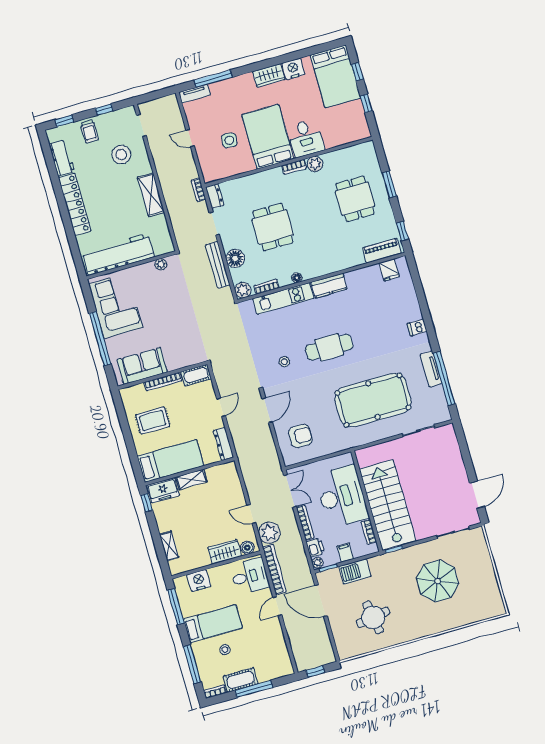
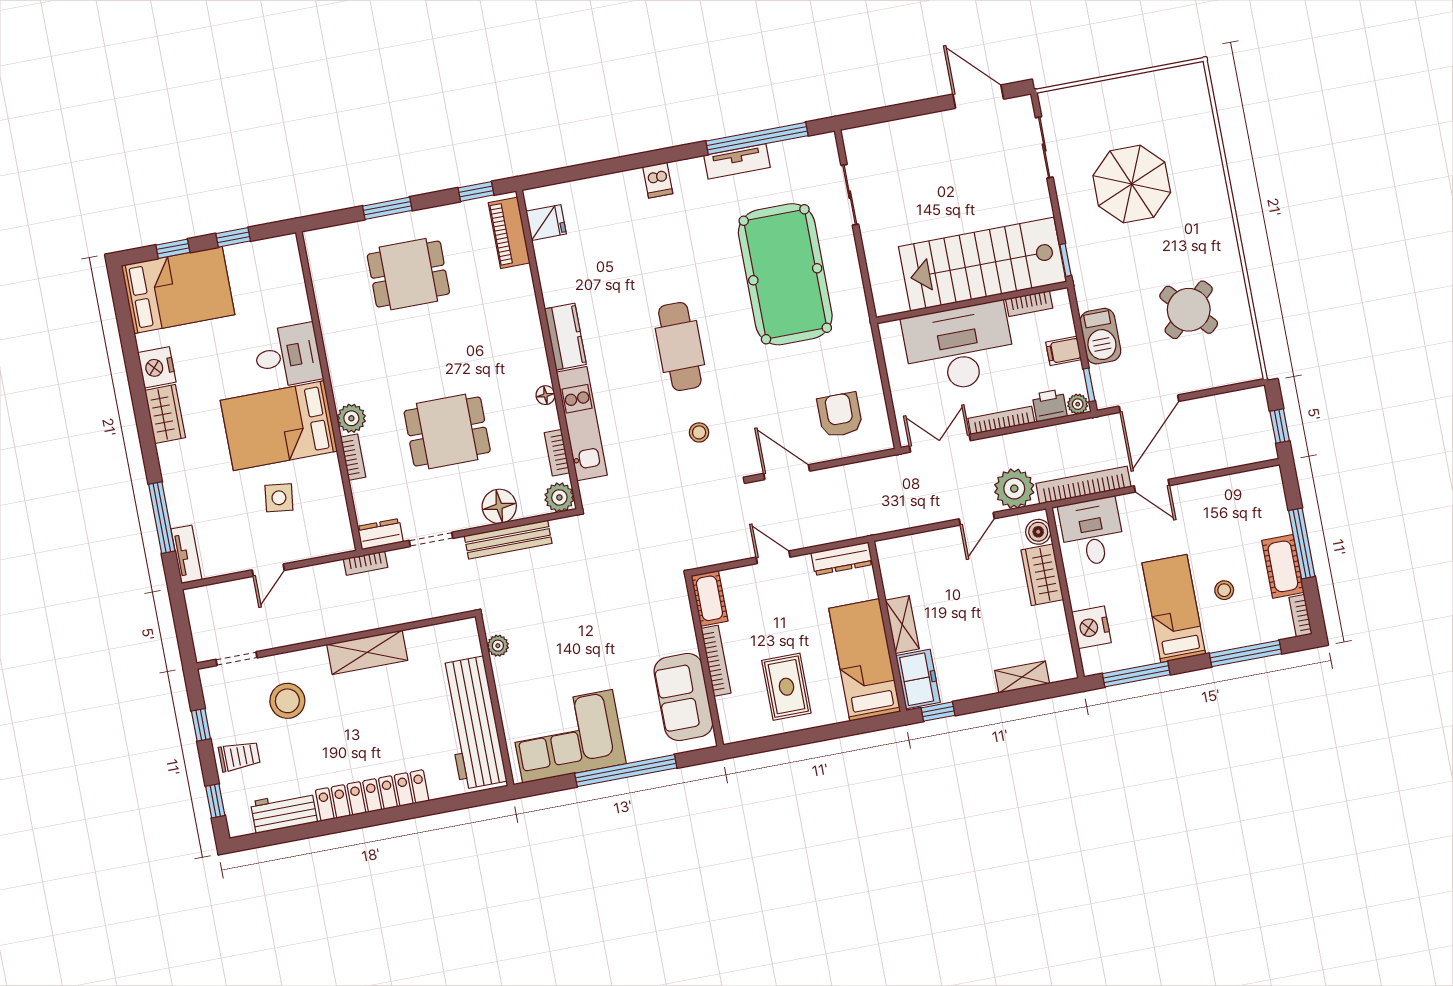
plant: (315, 164) -> (351, 418), moved
bookcase: (294, 167) -> (353, 457), moved
round table: (373, 617) -> (1189, 310), turned -34

